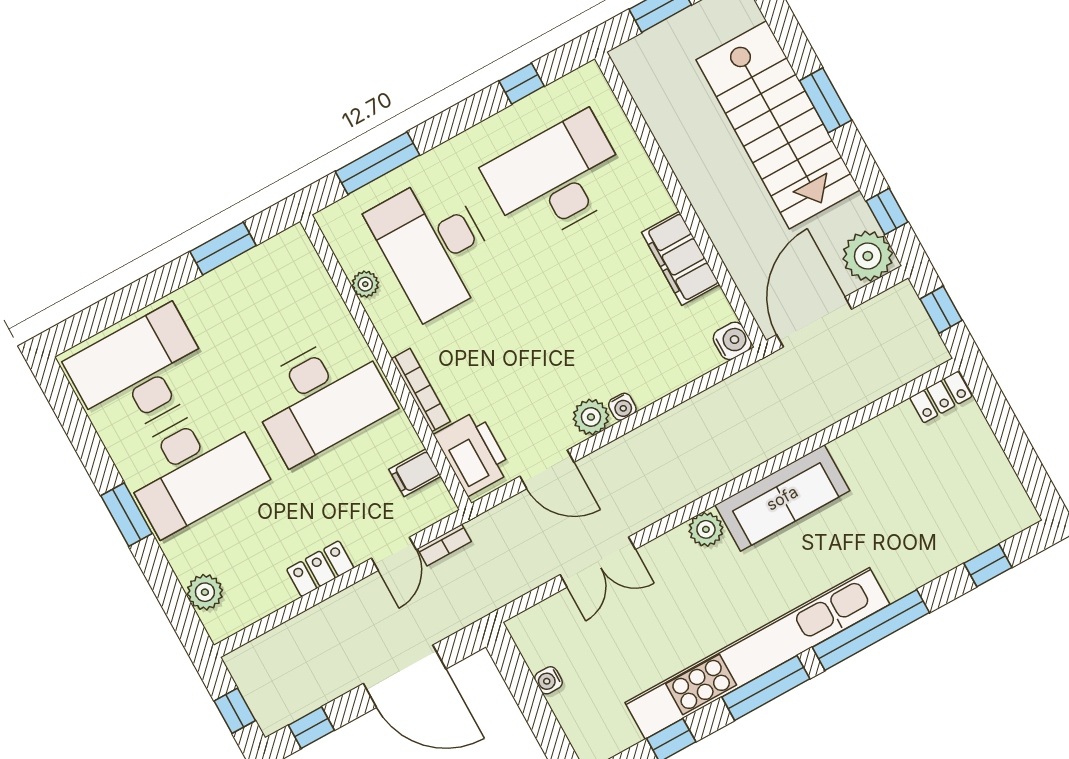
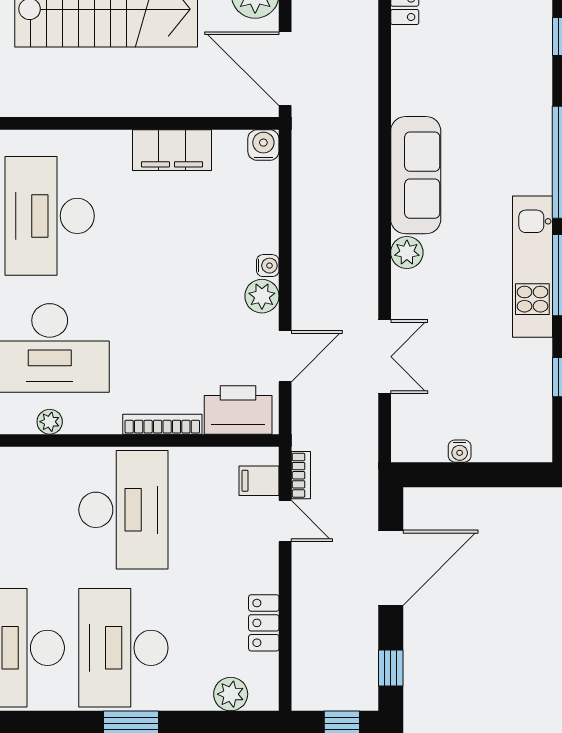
desk: (193, 469) -> (123, 648), turned 180
filing cabinet: (415, 473) -> (259, 481), moved, turned 90
locker: (320, 569) -> (264, 623), moved
kitchen unit: (757, 653) -> (532, 267), width x0.54

